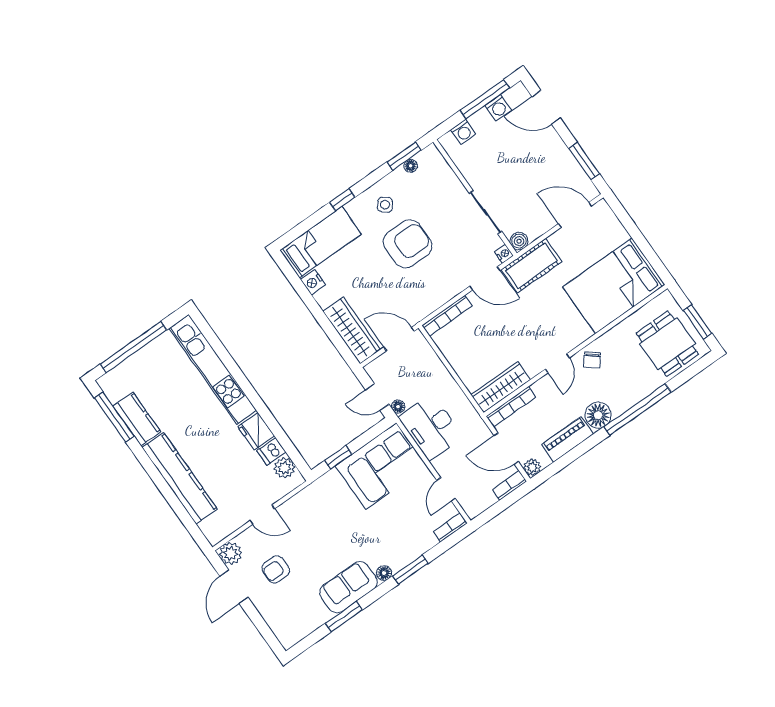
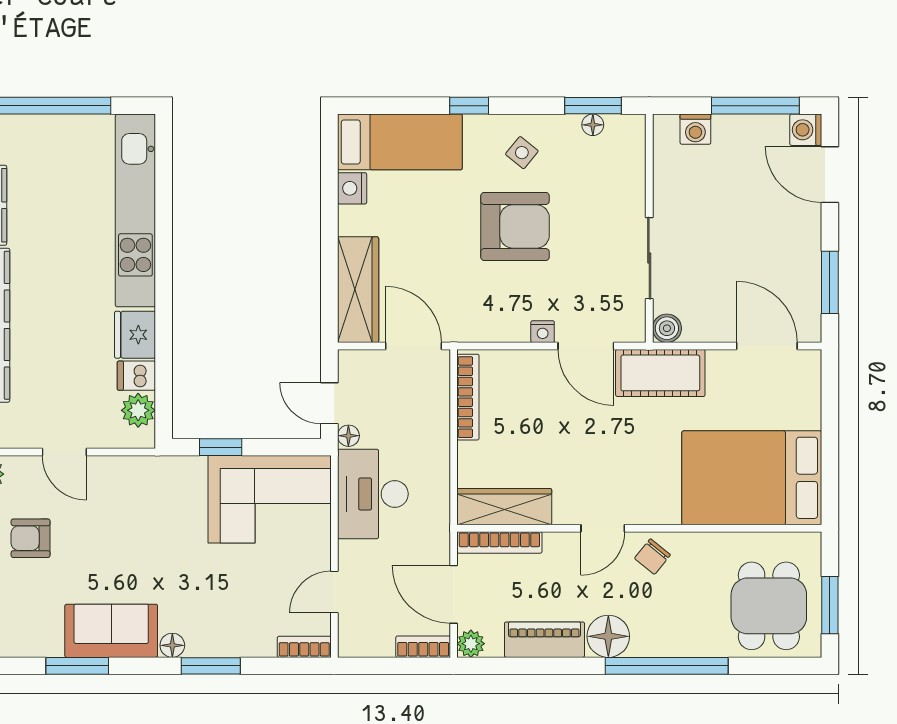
washing machine: (498, 108) -> (806, 130), moved, turned 90
nightstand: (504, 254) -> (543, 332), moved, turned 90
bookcase: (447, 316) -> (468, 397), moved, turned -90

